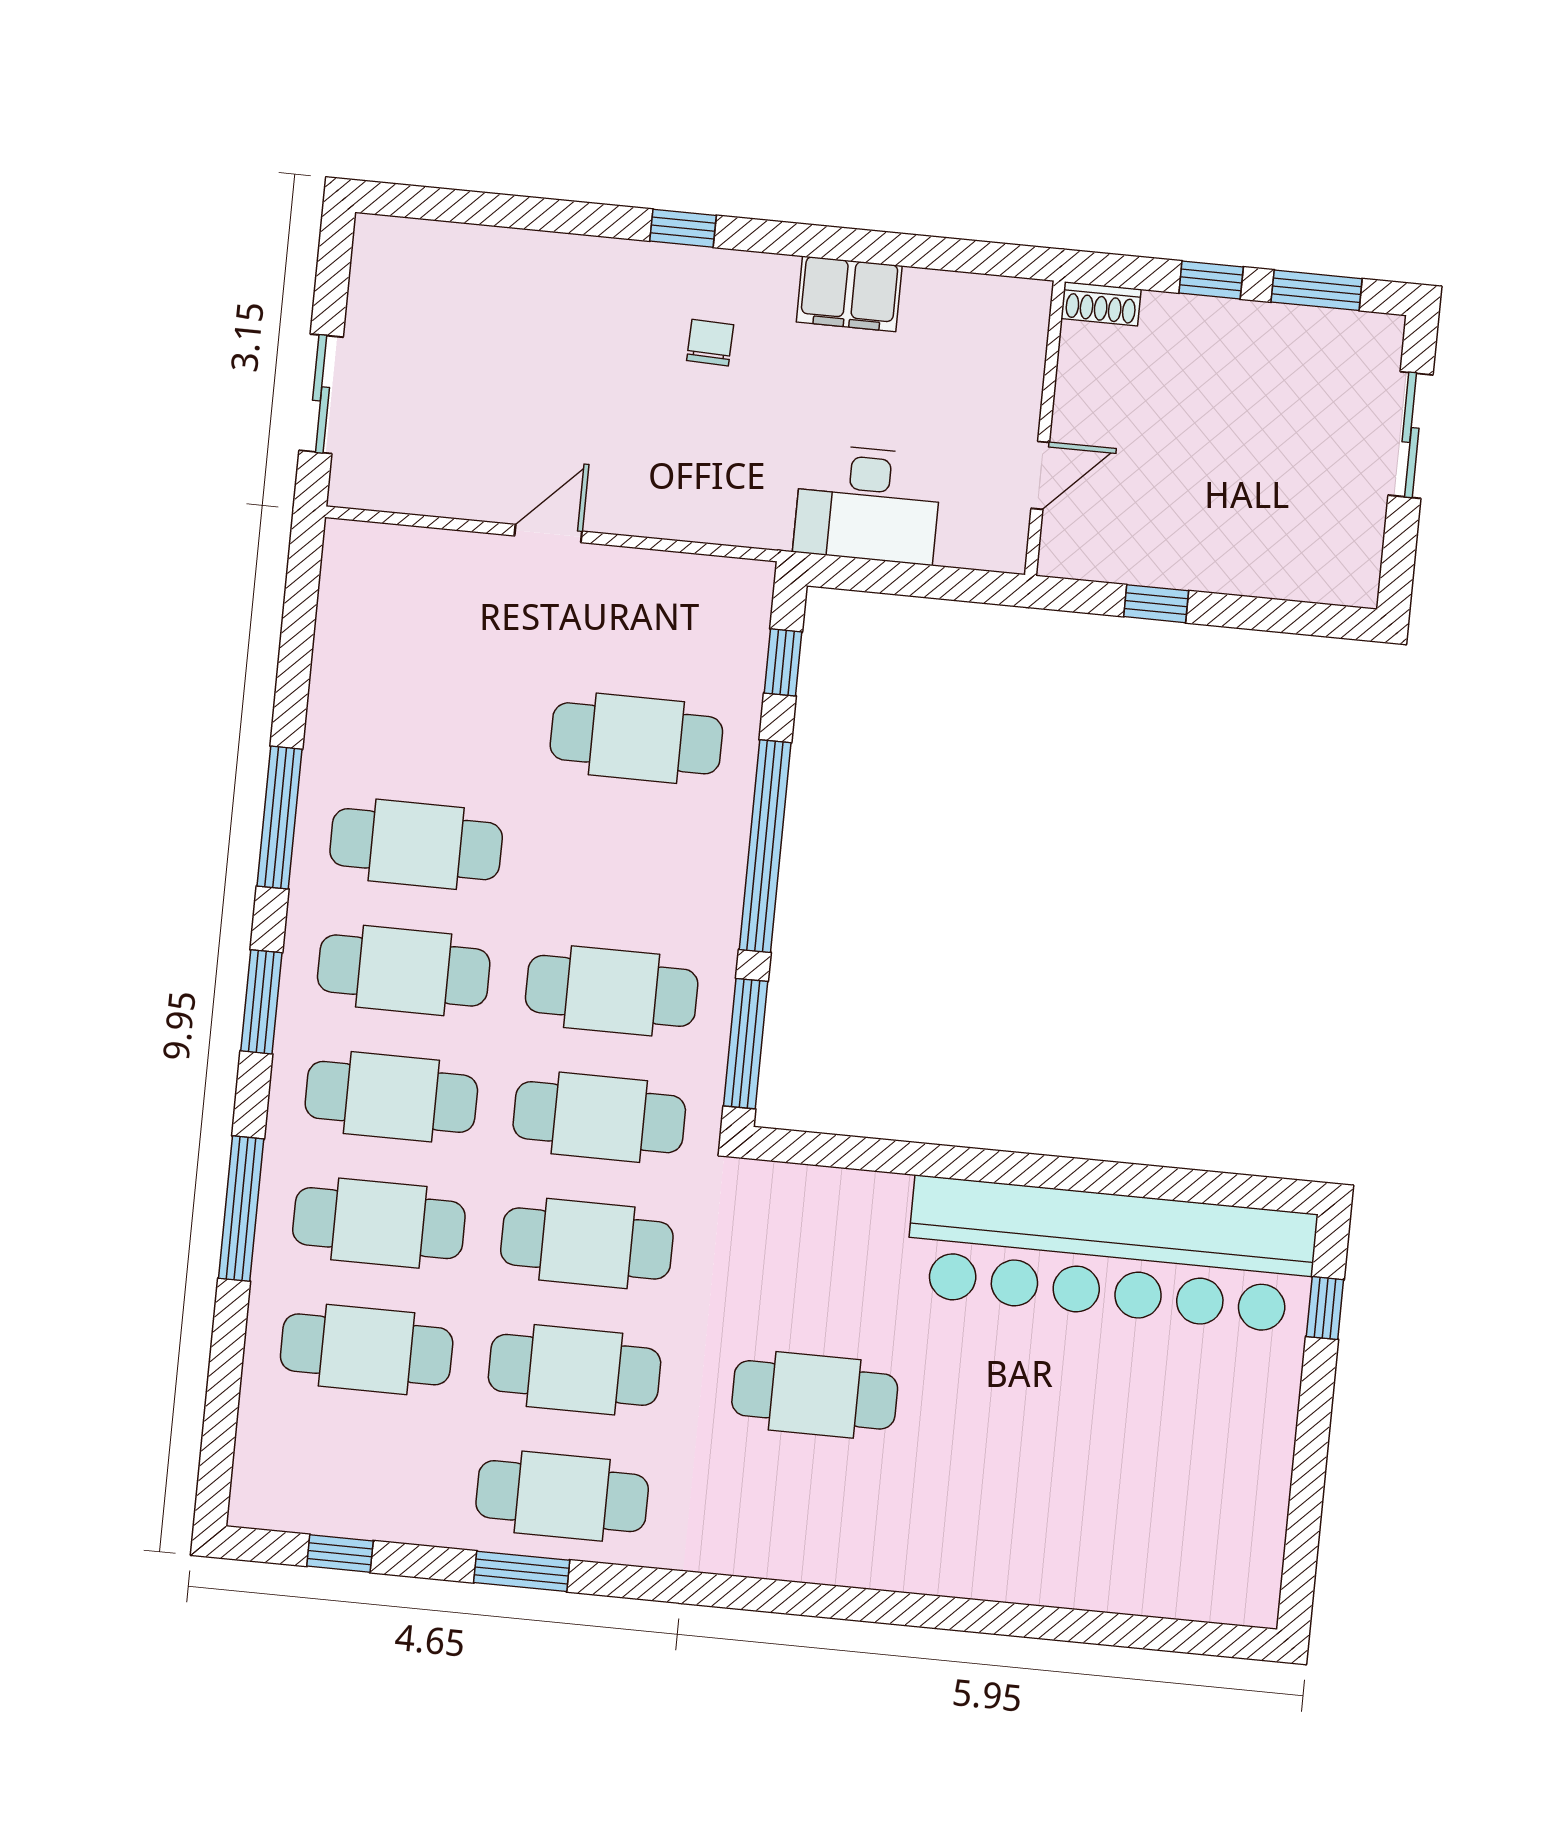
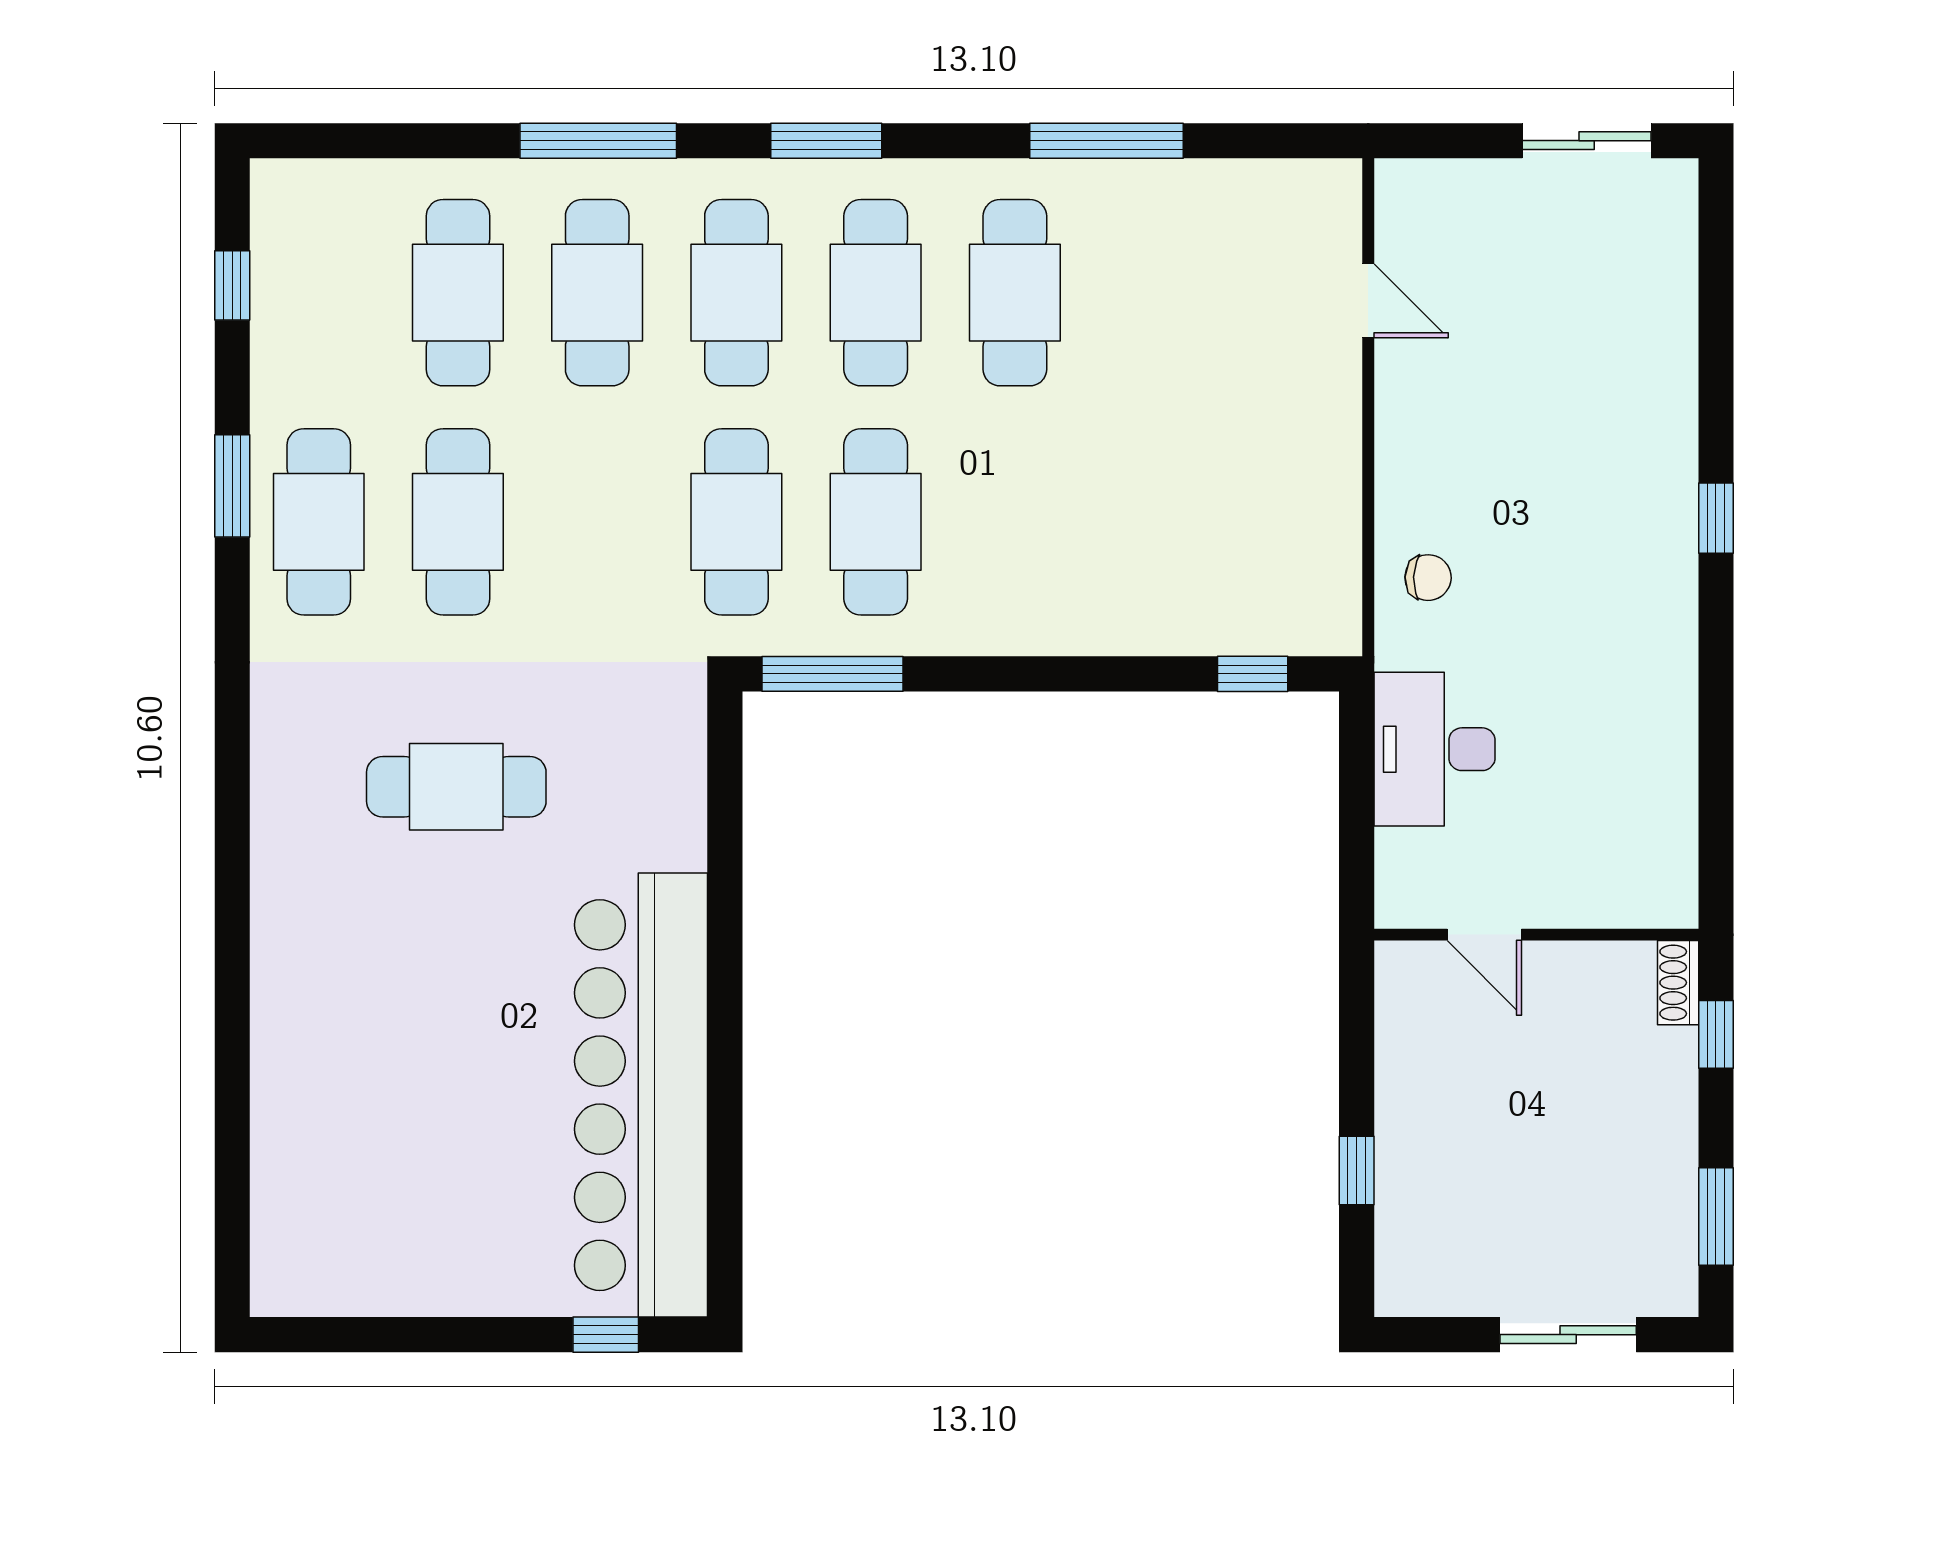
window: (1211, 280) -> (1716, 1034), moved
filing cabinet: (849, 294) -> (1662, 707), removed
chair: (710, 343) -> (1428, 578), moved
sliding door: (321, 394) -> (1587, 141), moved
door: (548, 534) -> (1368, 301), moved
window: (1156, 604) -> (1357, 1171), moved
cafe table: (636, 738) -> (1154, 522), removed
window: (279, 818) -> (1106, 141), moved
window: (765, 846) -> (1050, 674), removed
cafe table: (587, 1244) -> (597, 522), removed
cafe table: (815, 1395) -> (456, 787), turned 90

